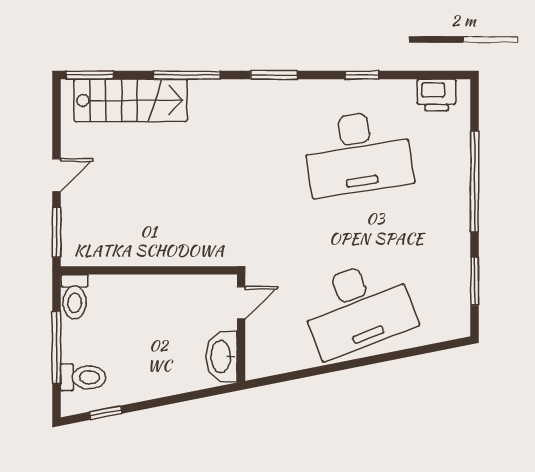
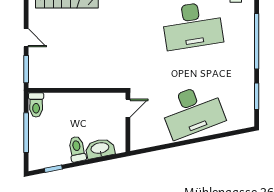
door: (57, 175) -> (26, 38), hinge flipped
washbasin: (222, 357) -> (100, 149), moved, turned 79
toilet: (83, 377) -> (77, 149), moved, turned -101

